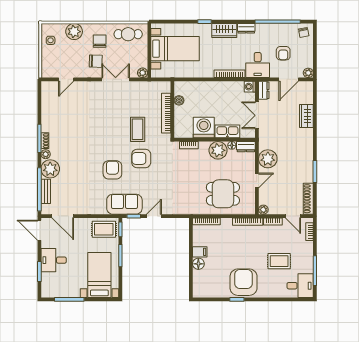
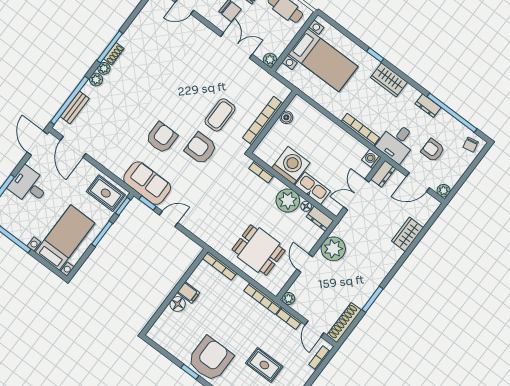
dresser: (246, 28) -> (428, 106), moved
armchair: (283, 53) -> (433, 150), turned 90
plant: (50, 169) -> (96, 80), width x0.53, depth x0.53
door: (257, 181) -> (305, 263), swing flipped

